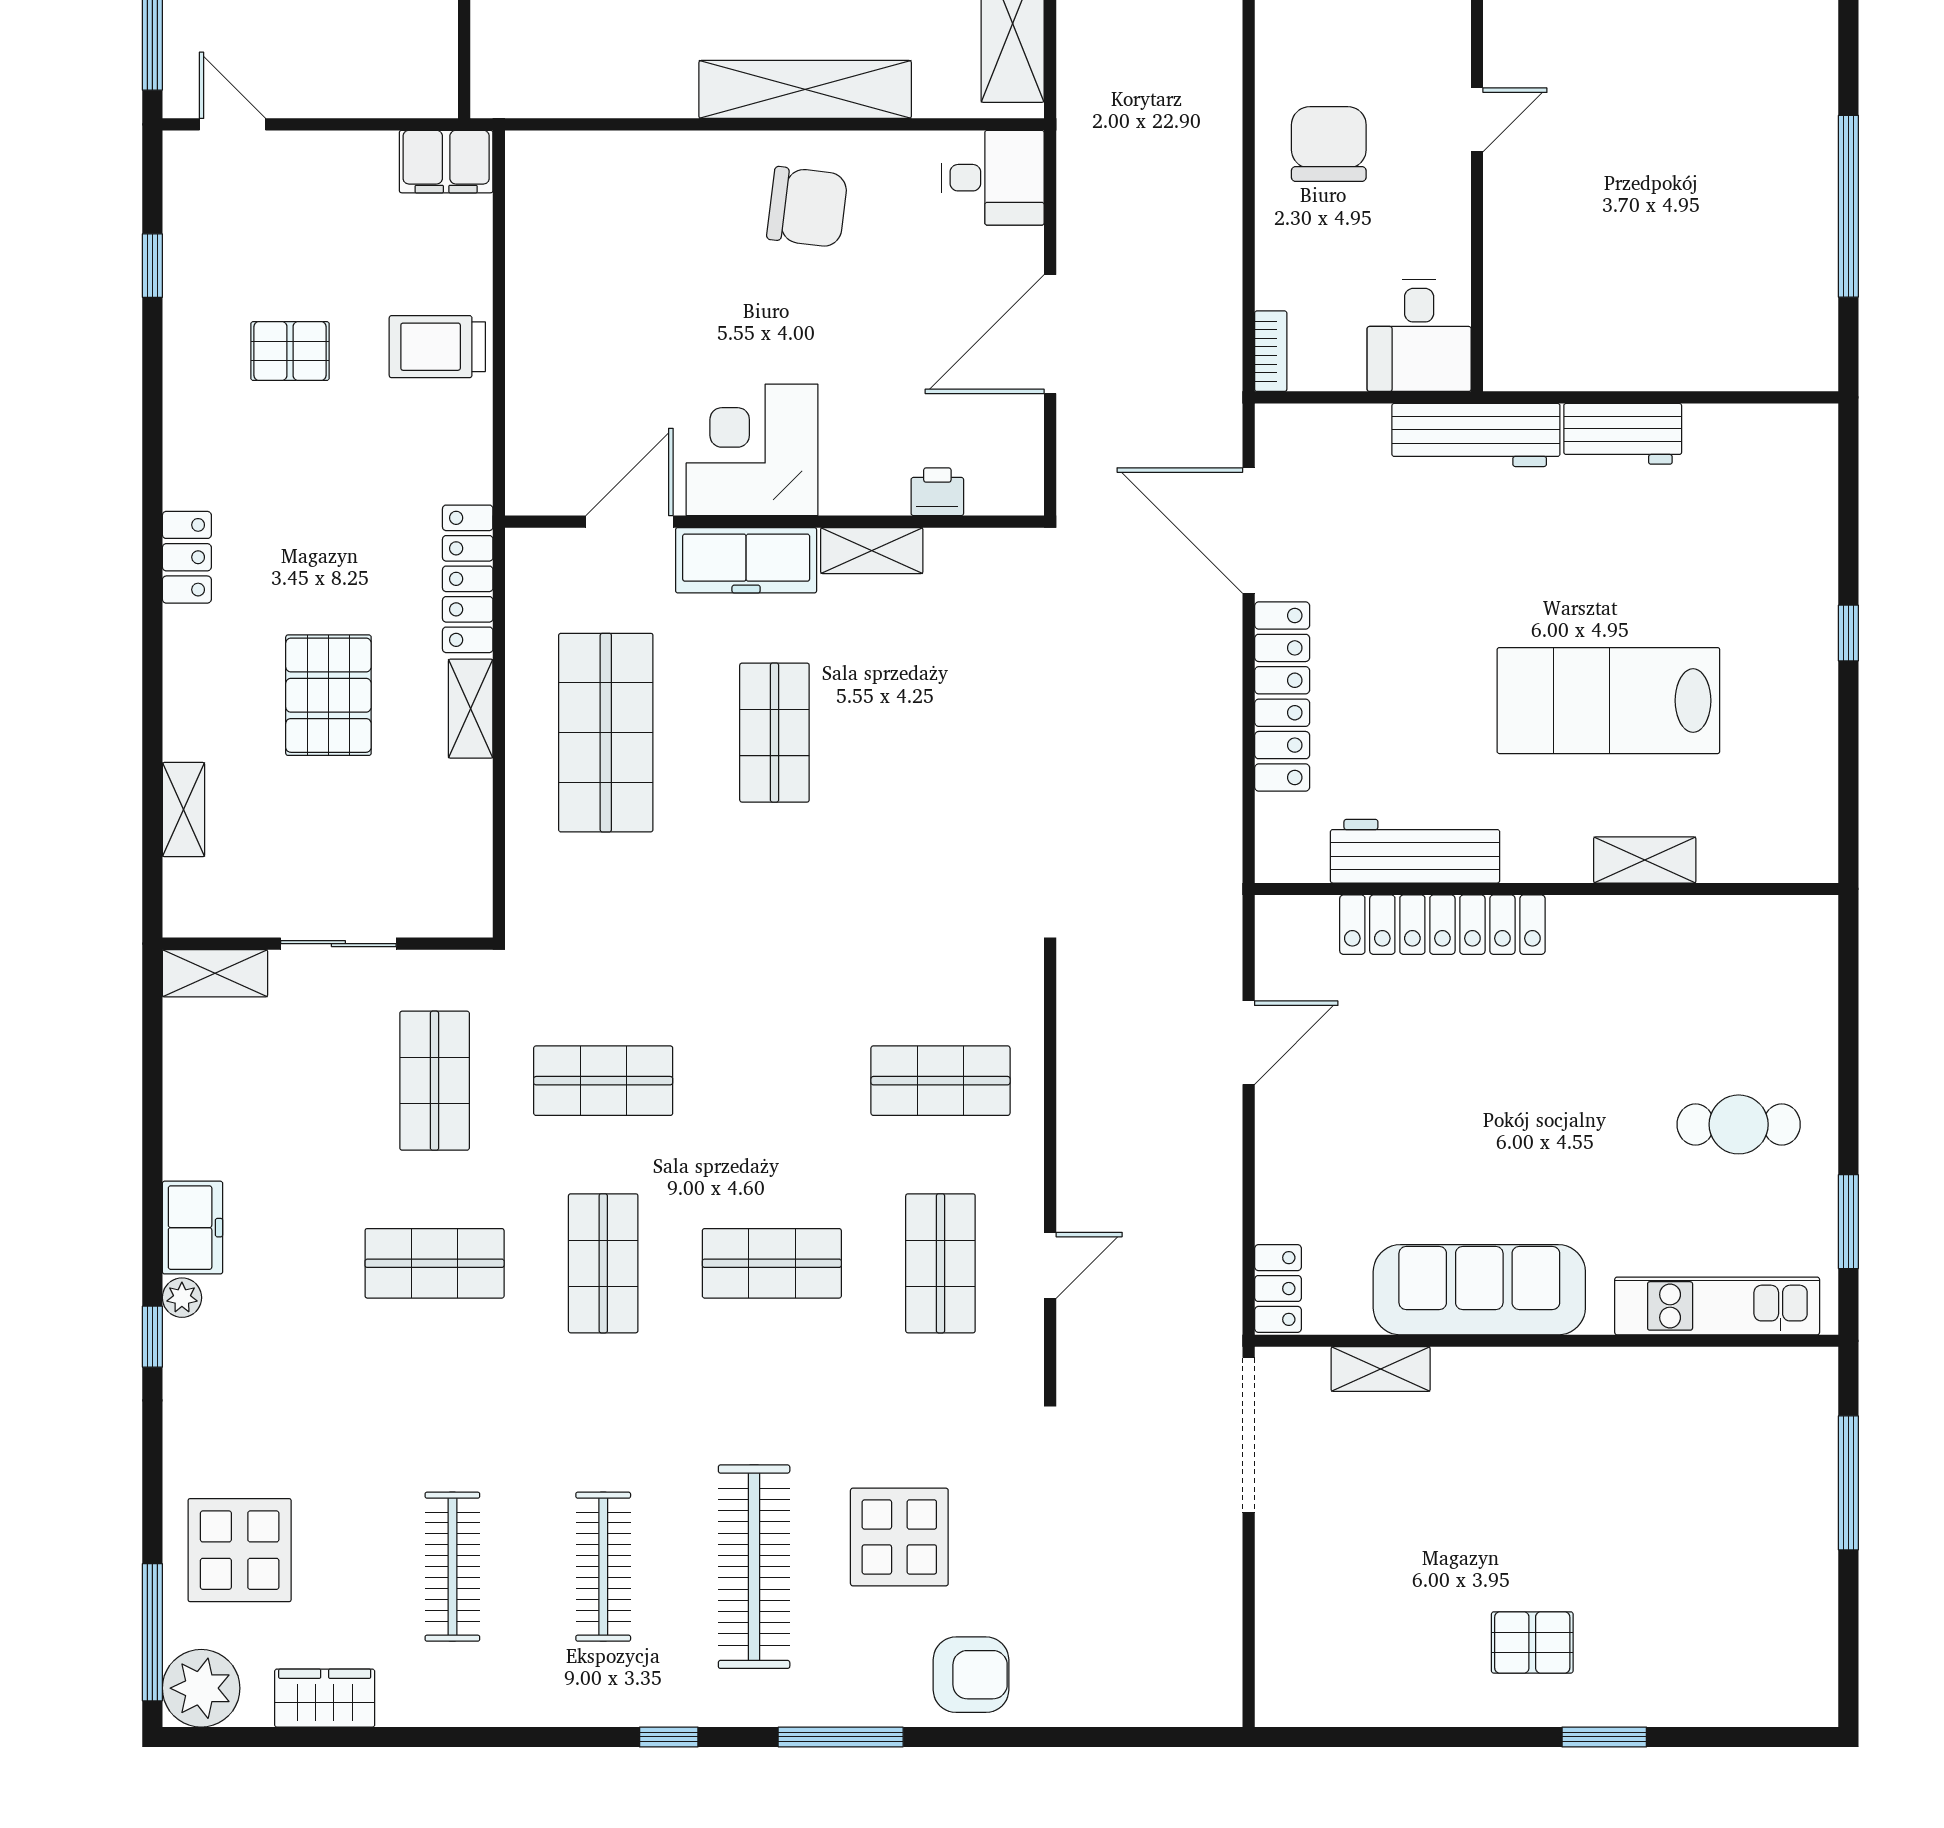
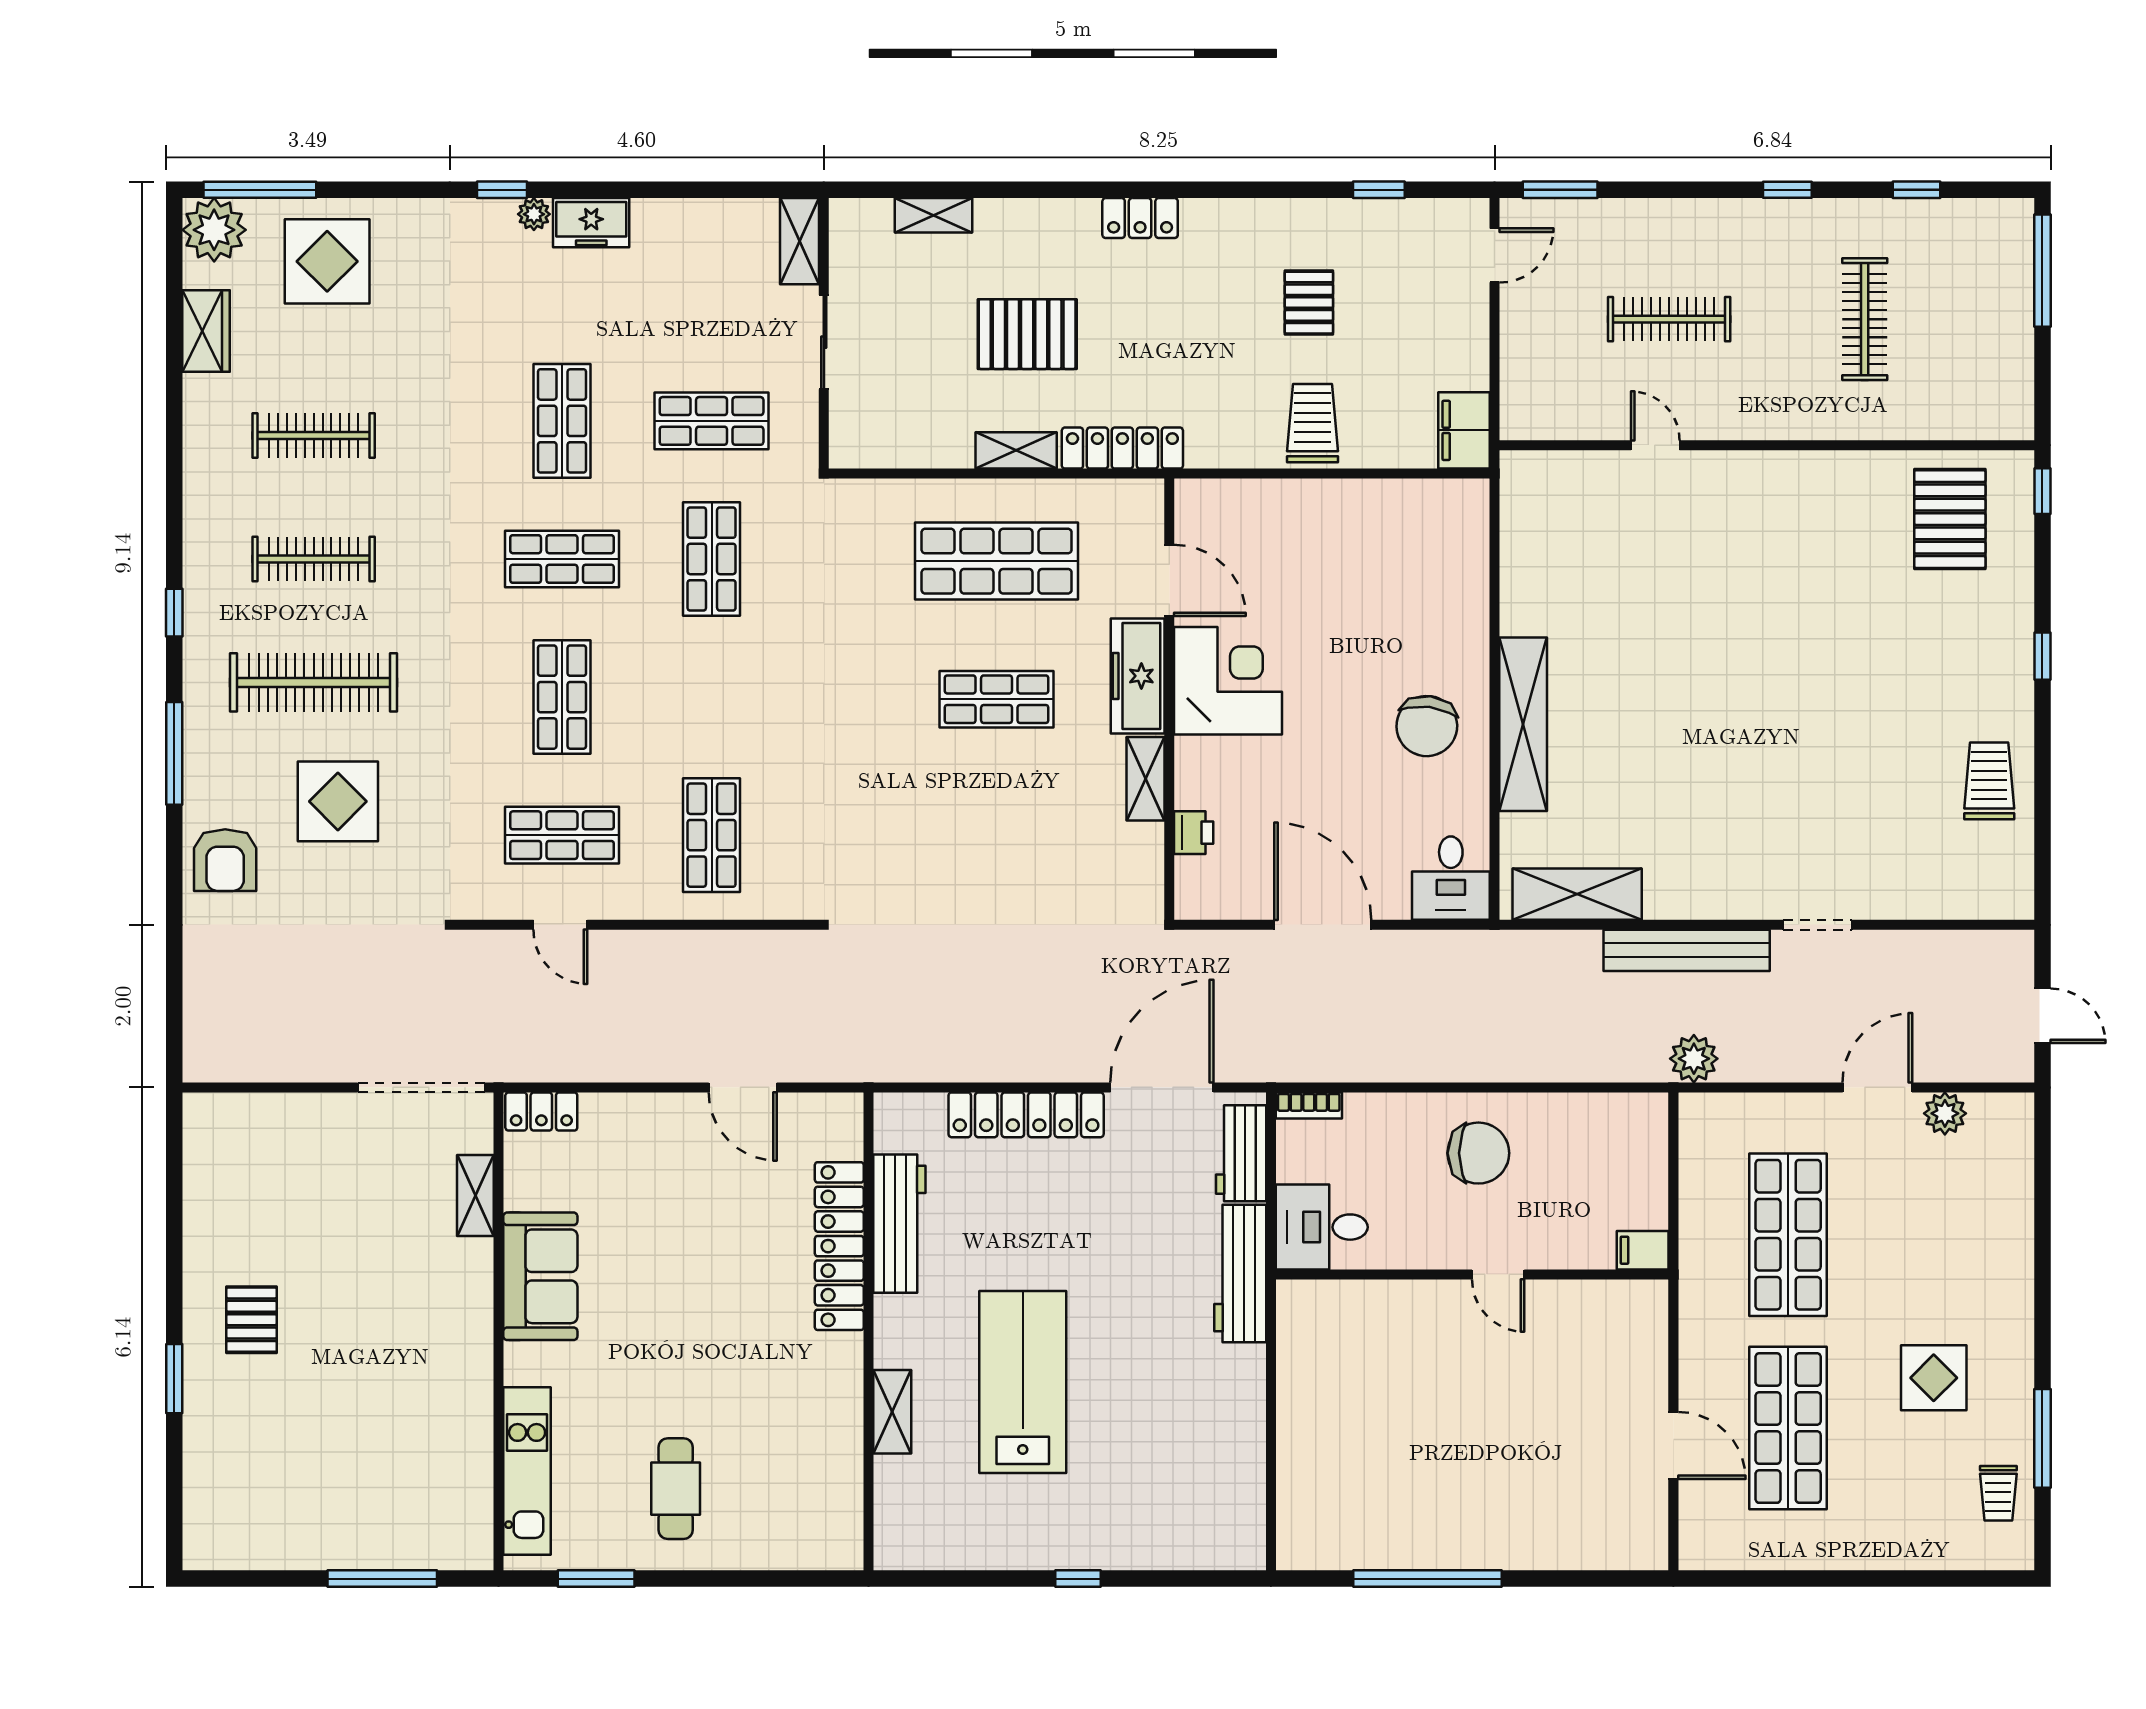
workbench: (1623, 434) -> (1241, 1153), moved
sofa: (1479, 1290) -> (540, 1276), width x0.73

